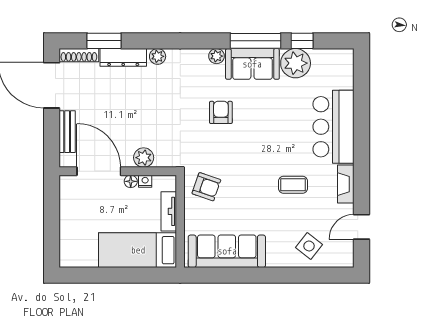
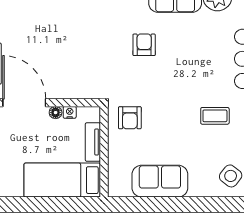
plant: (144, 158) -> (68, 89), removed
armchair: (206, 187) -> (130, 118), turned 71
sofa: (227, 251) -> (160, 181), width x0.73

